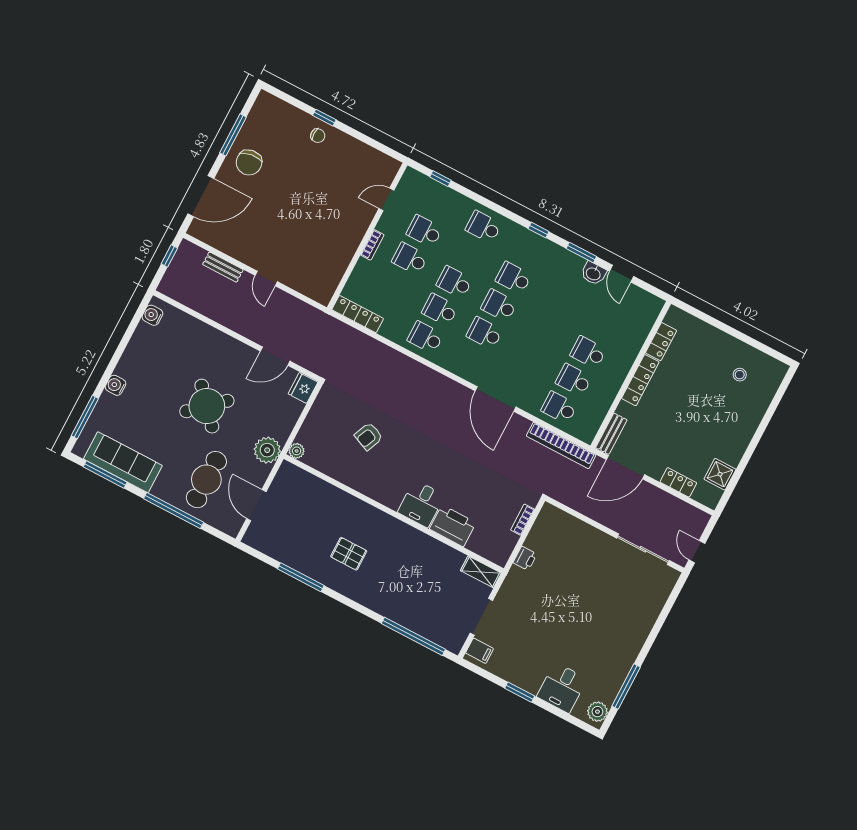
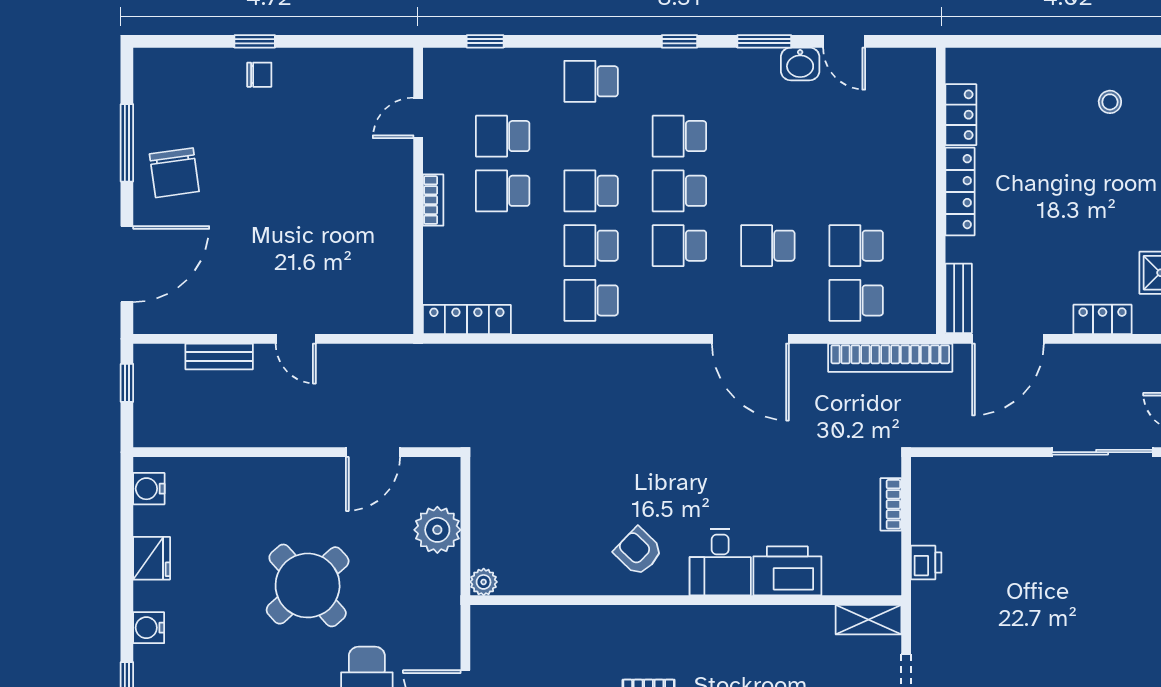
school desk: (588, 352) -> (768, 246), moved
fridge: (303, 388) -> (152, 558), moved, turned 180
armchair: (369, 436) -> (638, 551), moved, turned 111
plant: (267, 450) -> (437, 530), moved

